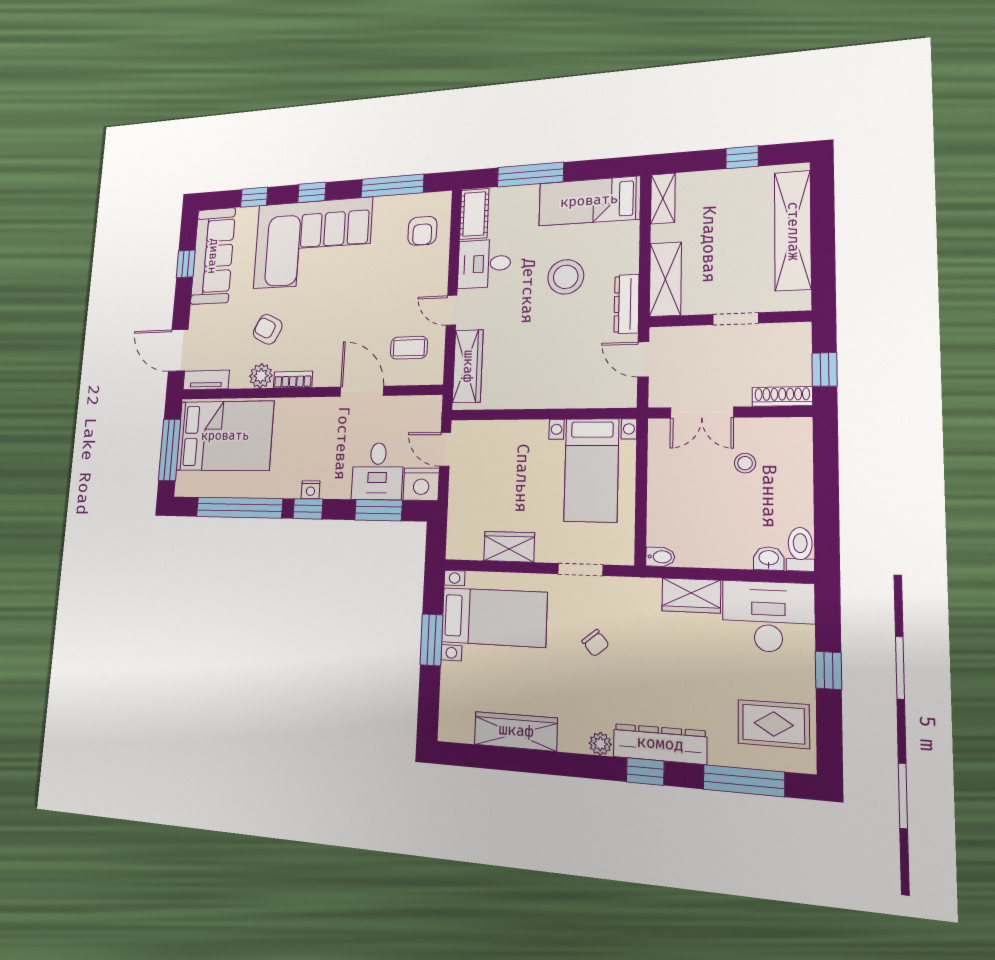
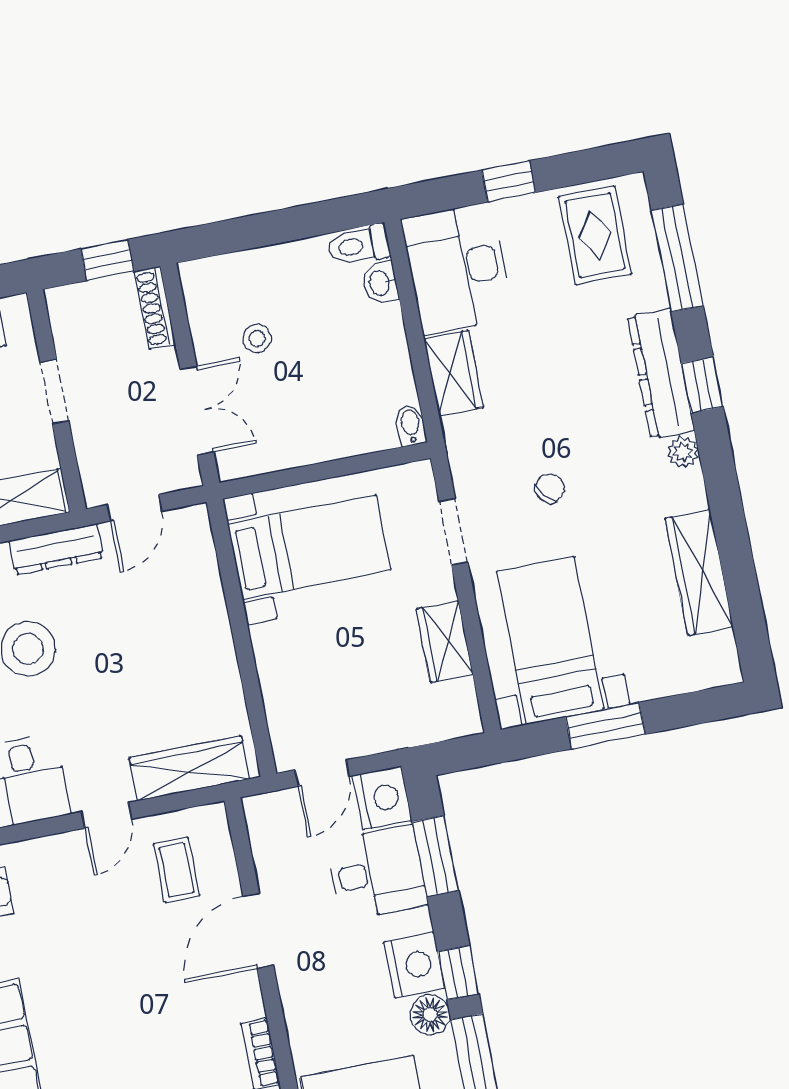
floor lamp: (289, 486) -> (430, 1015), added
nightstand: (311, 490) -> (414, 965), width x1.89, depth x1.79

